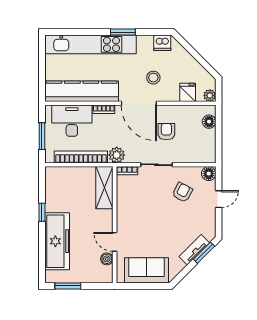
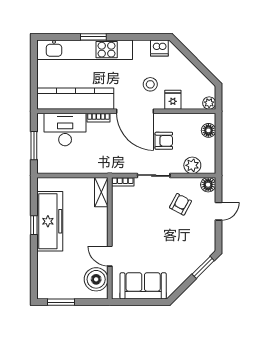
window: (123, 32) -> (93, 37), moved
fridge: (188, 92) -> (173, 100), moved
armchair: (166, 132) -> (164, 141), turned 90
plant: (117, 155) -> (192, 165), moved
bookcase: (81, 157) -> (75, 167), removed
shelving: (104, 188) -> (101, 192), width x0.67, depth x0.75
freezer: (57, 241) -> (50, 221), moved
tv unit: (194, 250) -> (193, 264), removed
boiler: (107, 259) -> (96, 279), width x1.86, depth x1.86

